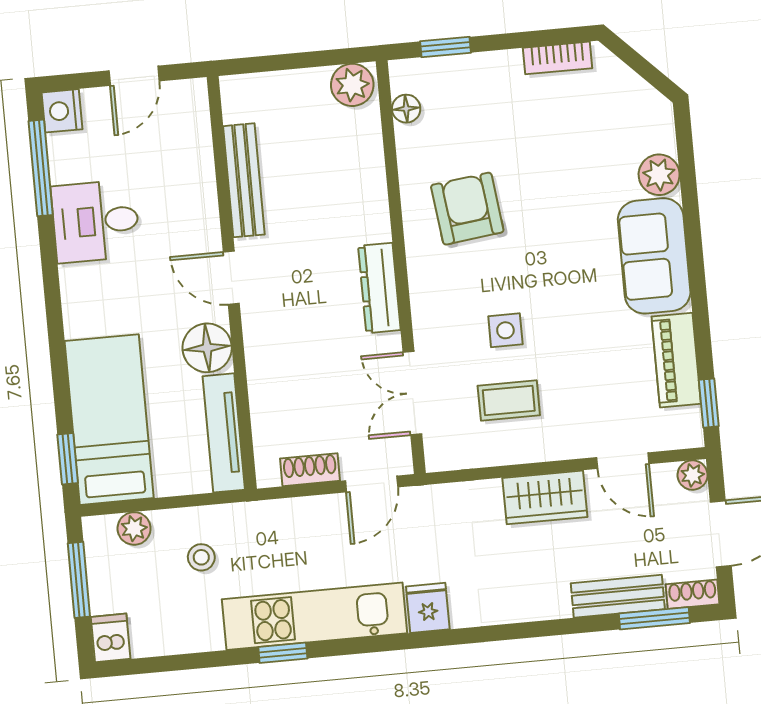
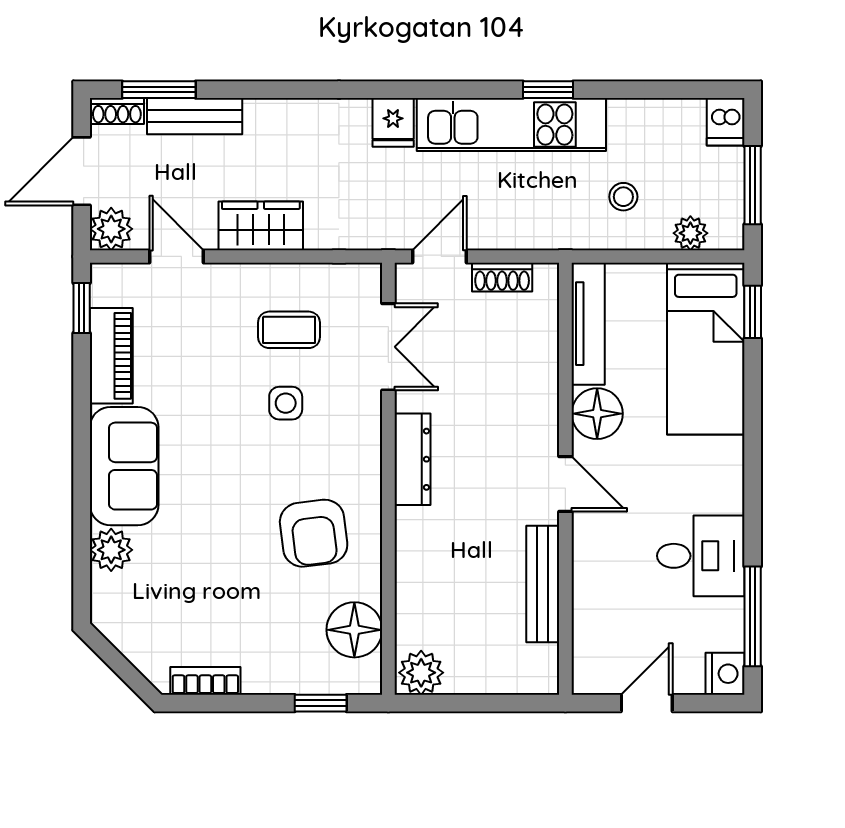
floor lamp: (406, 109) -> (354, 630), width x1.89, depth x1.89
plant: (693, 475) -> (111, 229), width x1.38, depth x1.38

